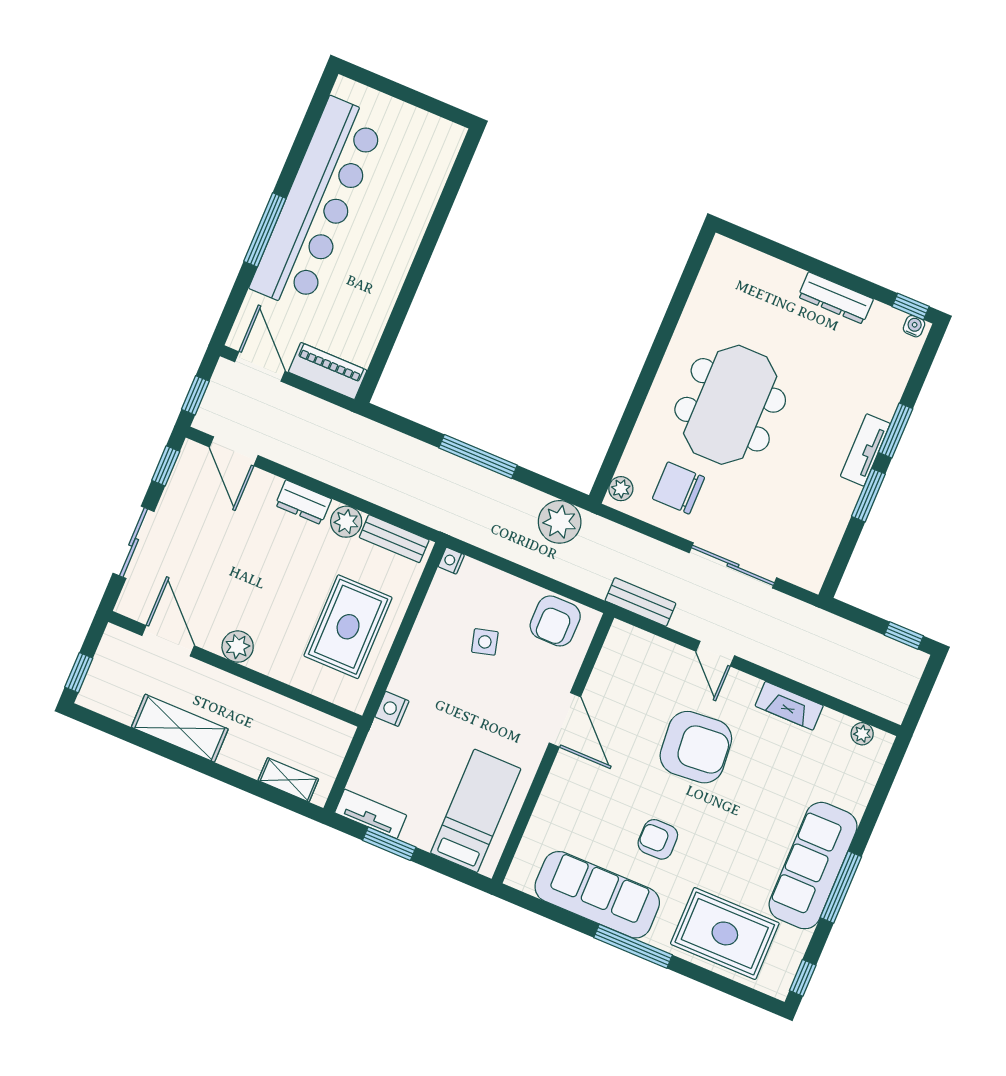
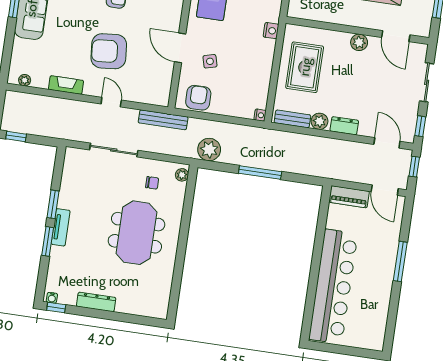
bar counter: (318, 204) -> (333, 286), moved, turned 180
chair: (679, 488) -> (152, 183), width x0.54, depth x0.54
bench: (640, 602) -> (163, 120), width x1.36
side table: (485, 642) -> (210, 61), moved

